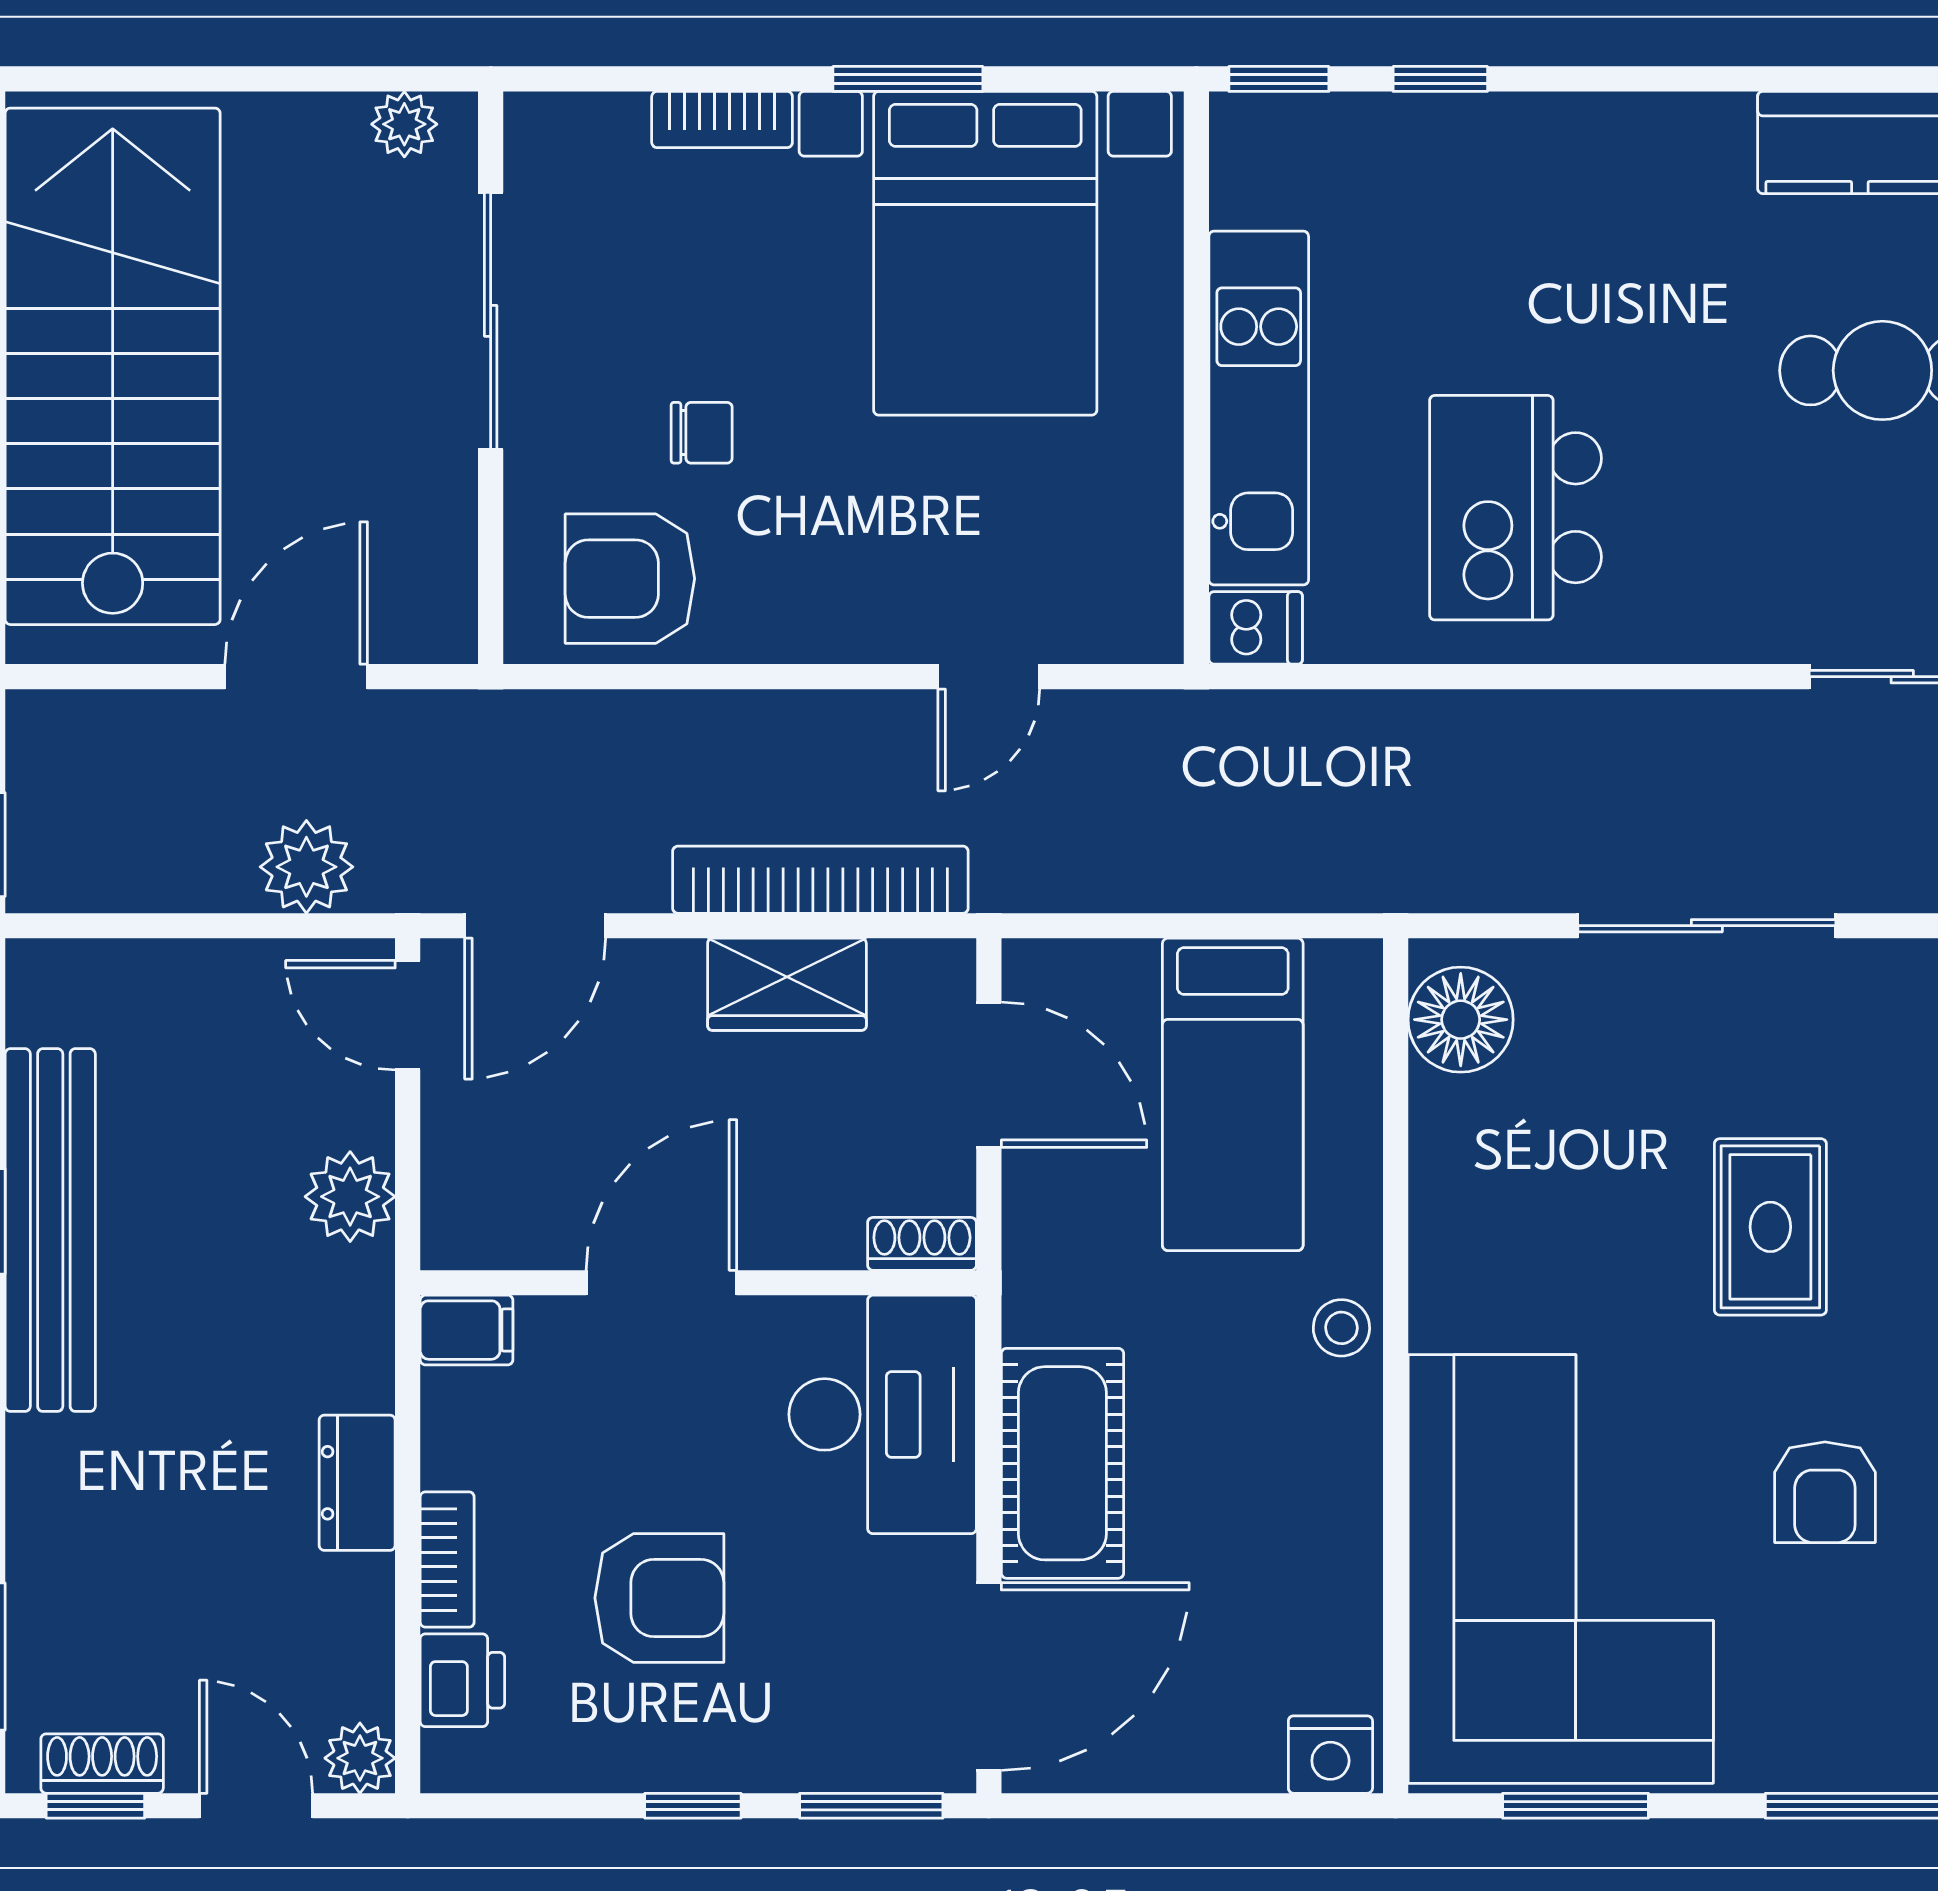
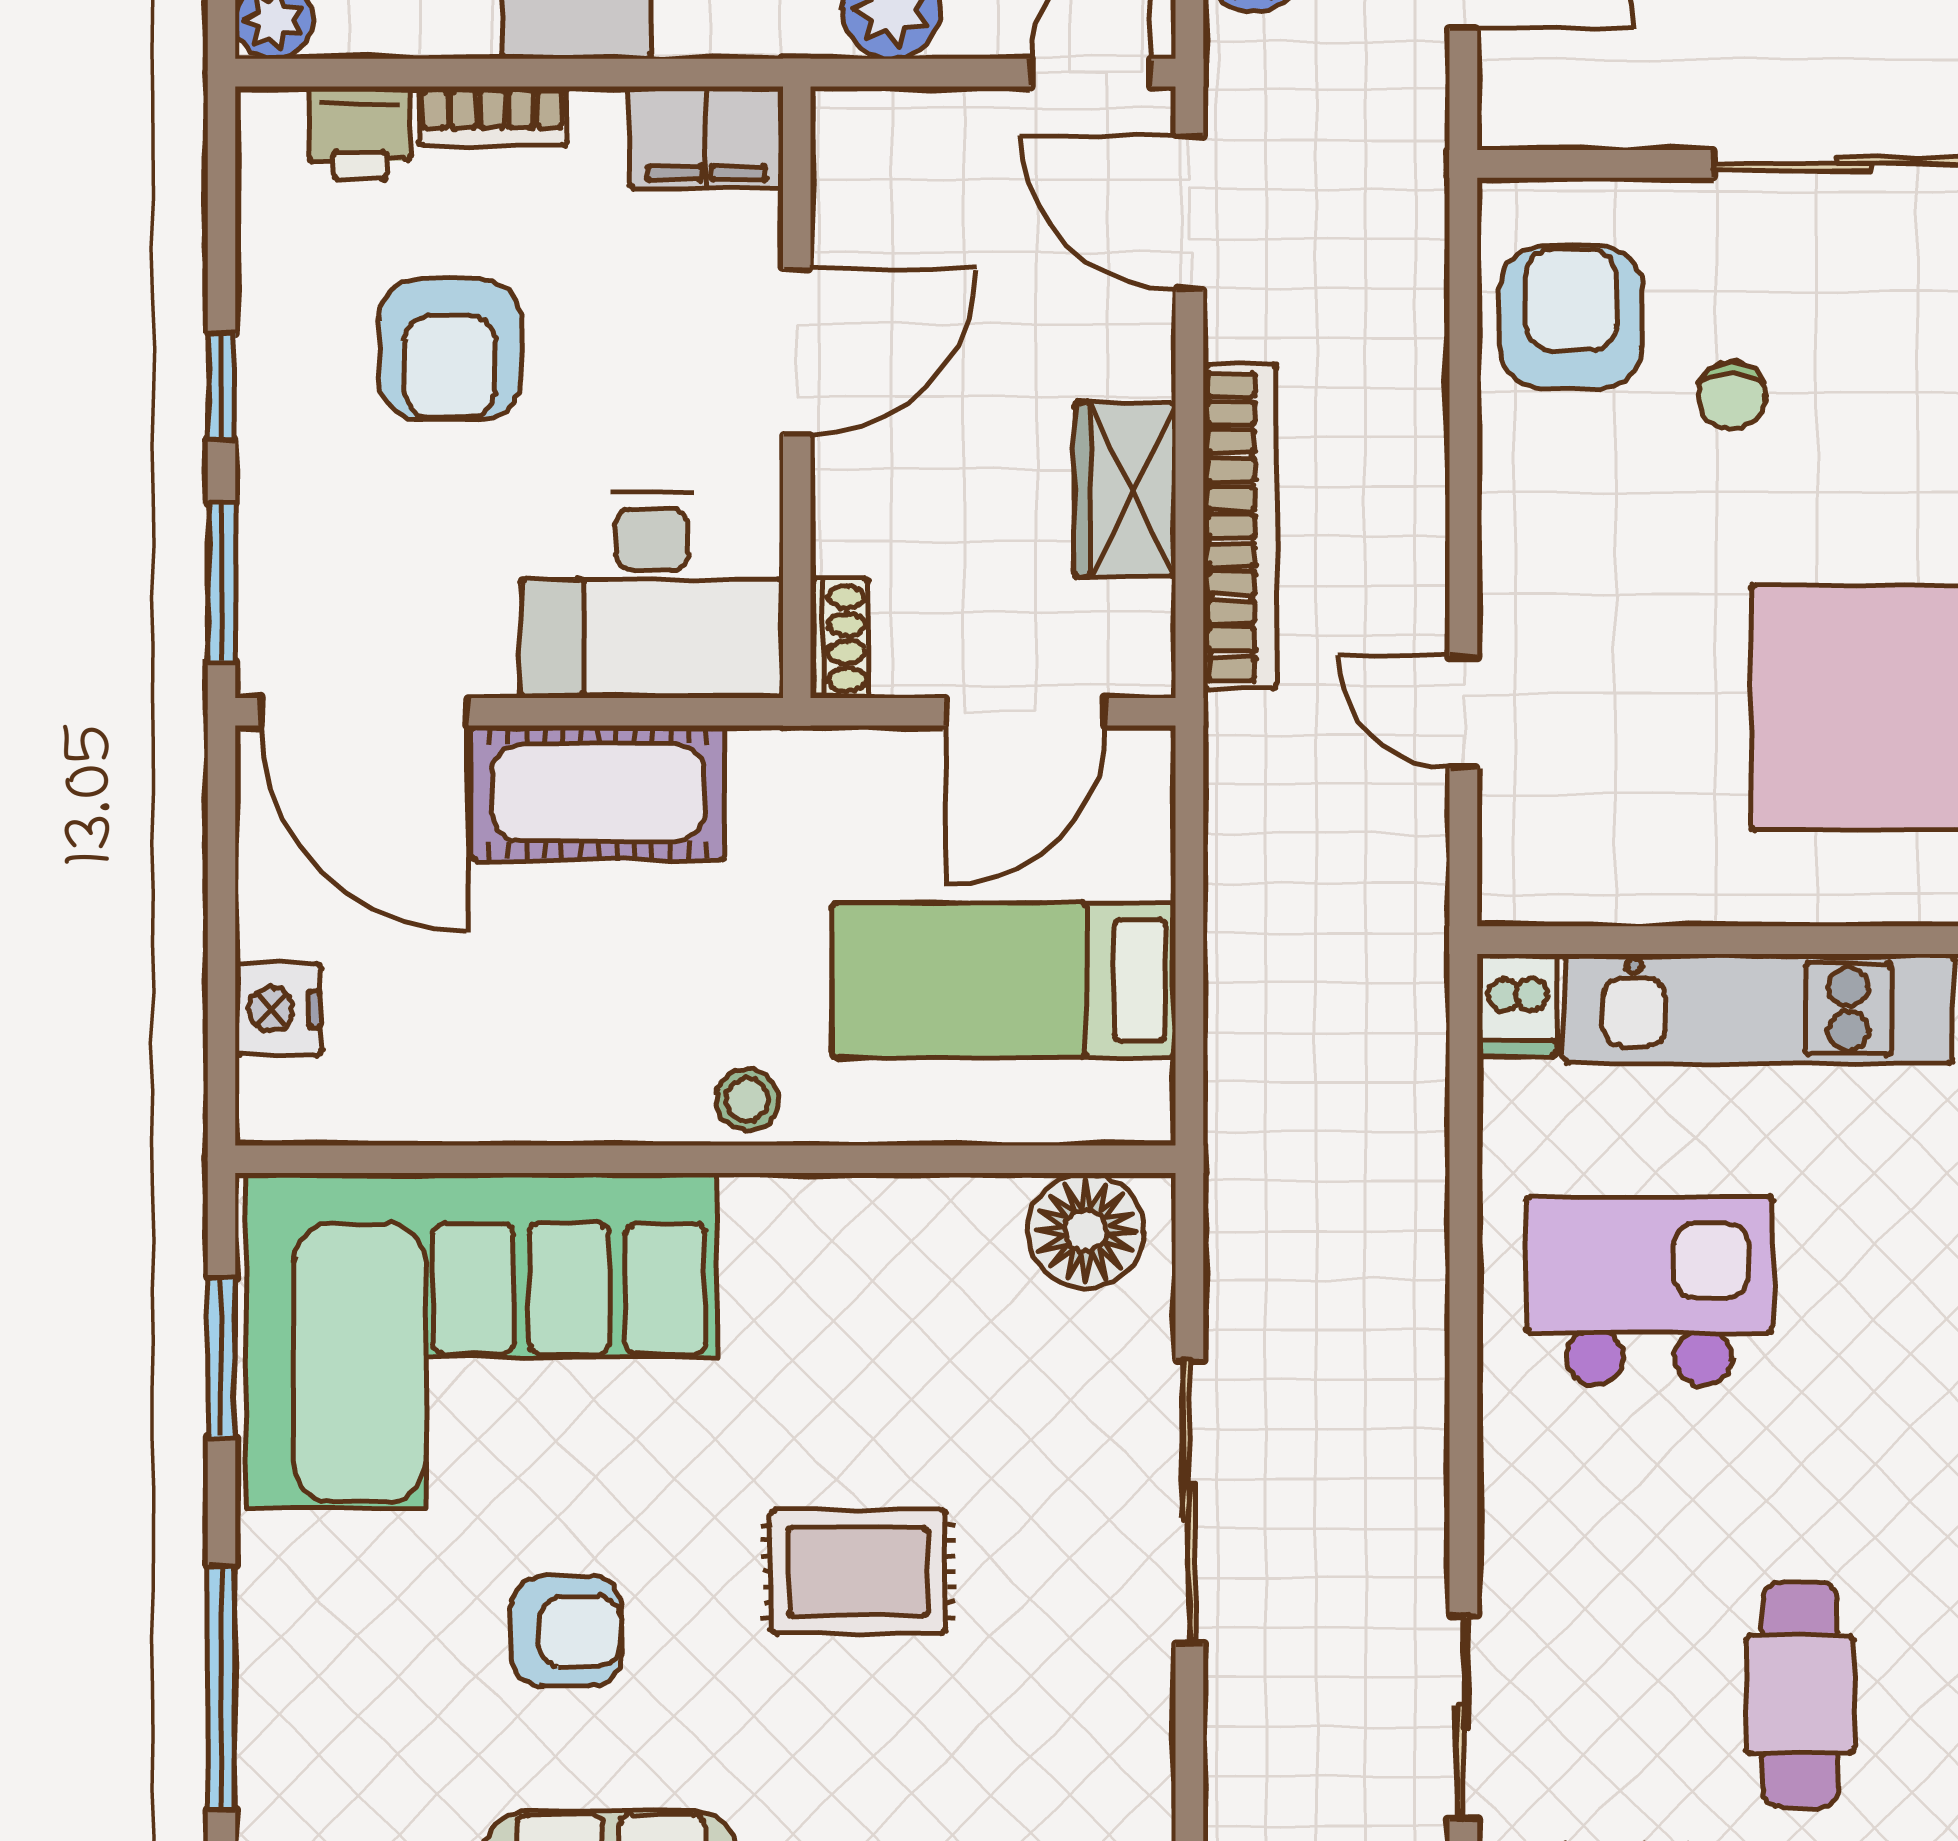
door: (661, 1283) -> (797, 352), hinge flipped
filing cabinet: (467, 1330) -> (706, 137), width x2.00
armchair: (1825, 1492) -> (566, 1631), turned 180
nightstand: (1330, 1755) -> (278, 1009), moved

